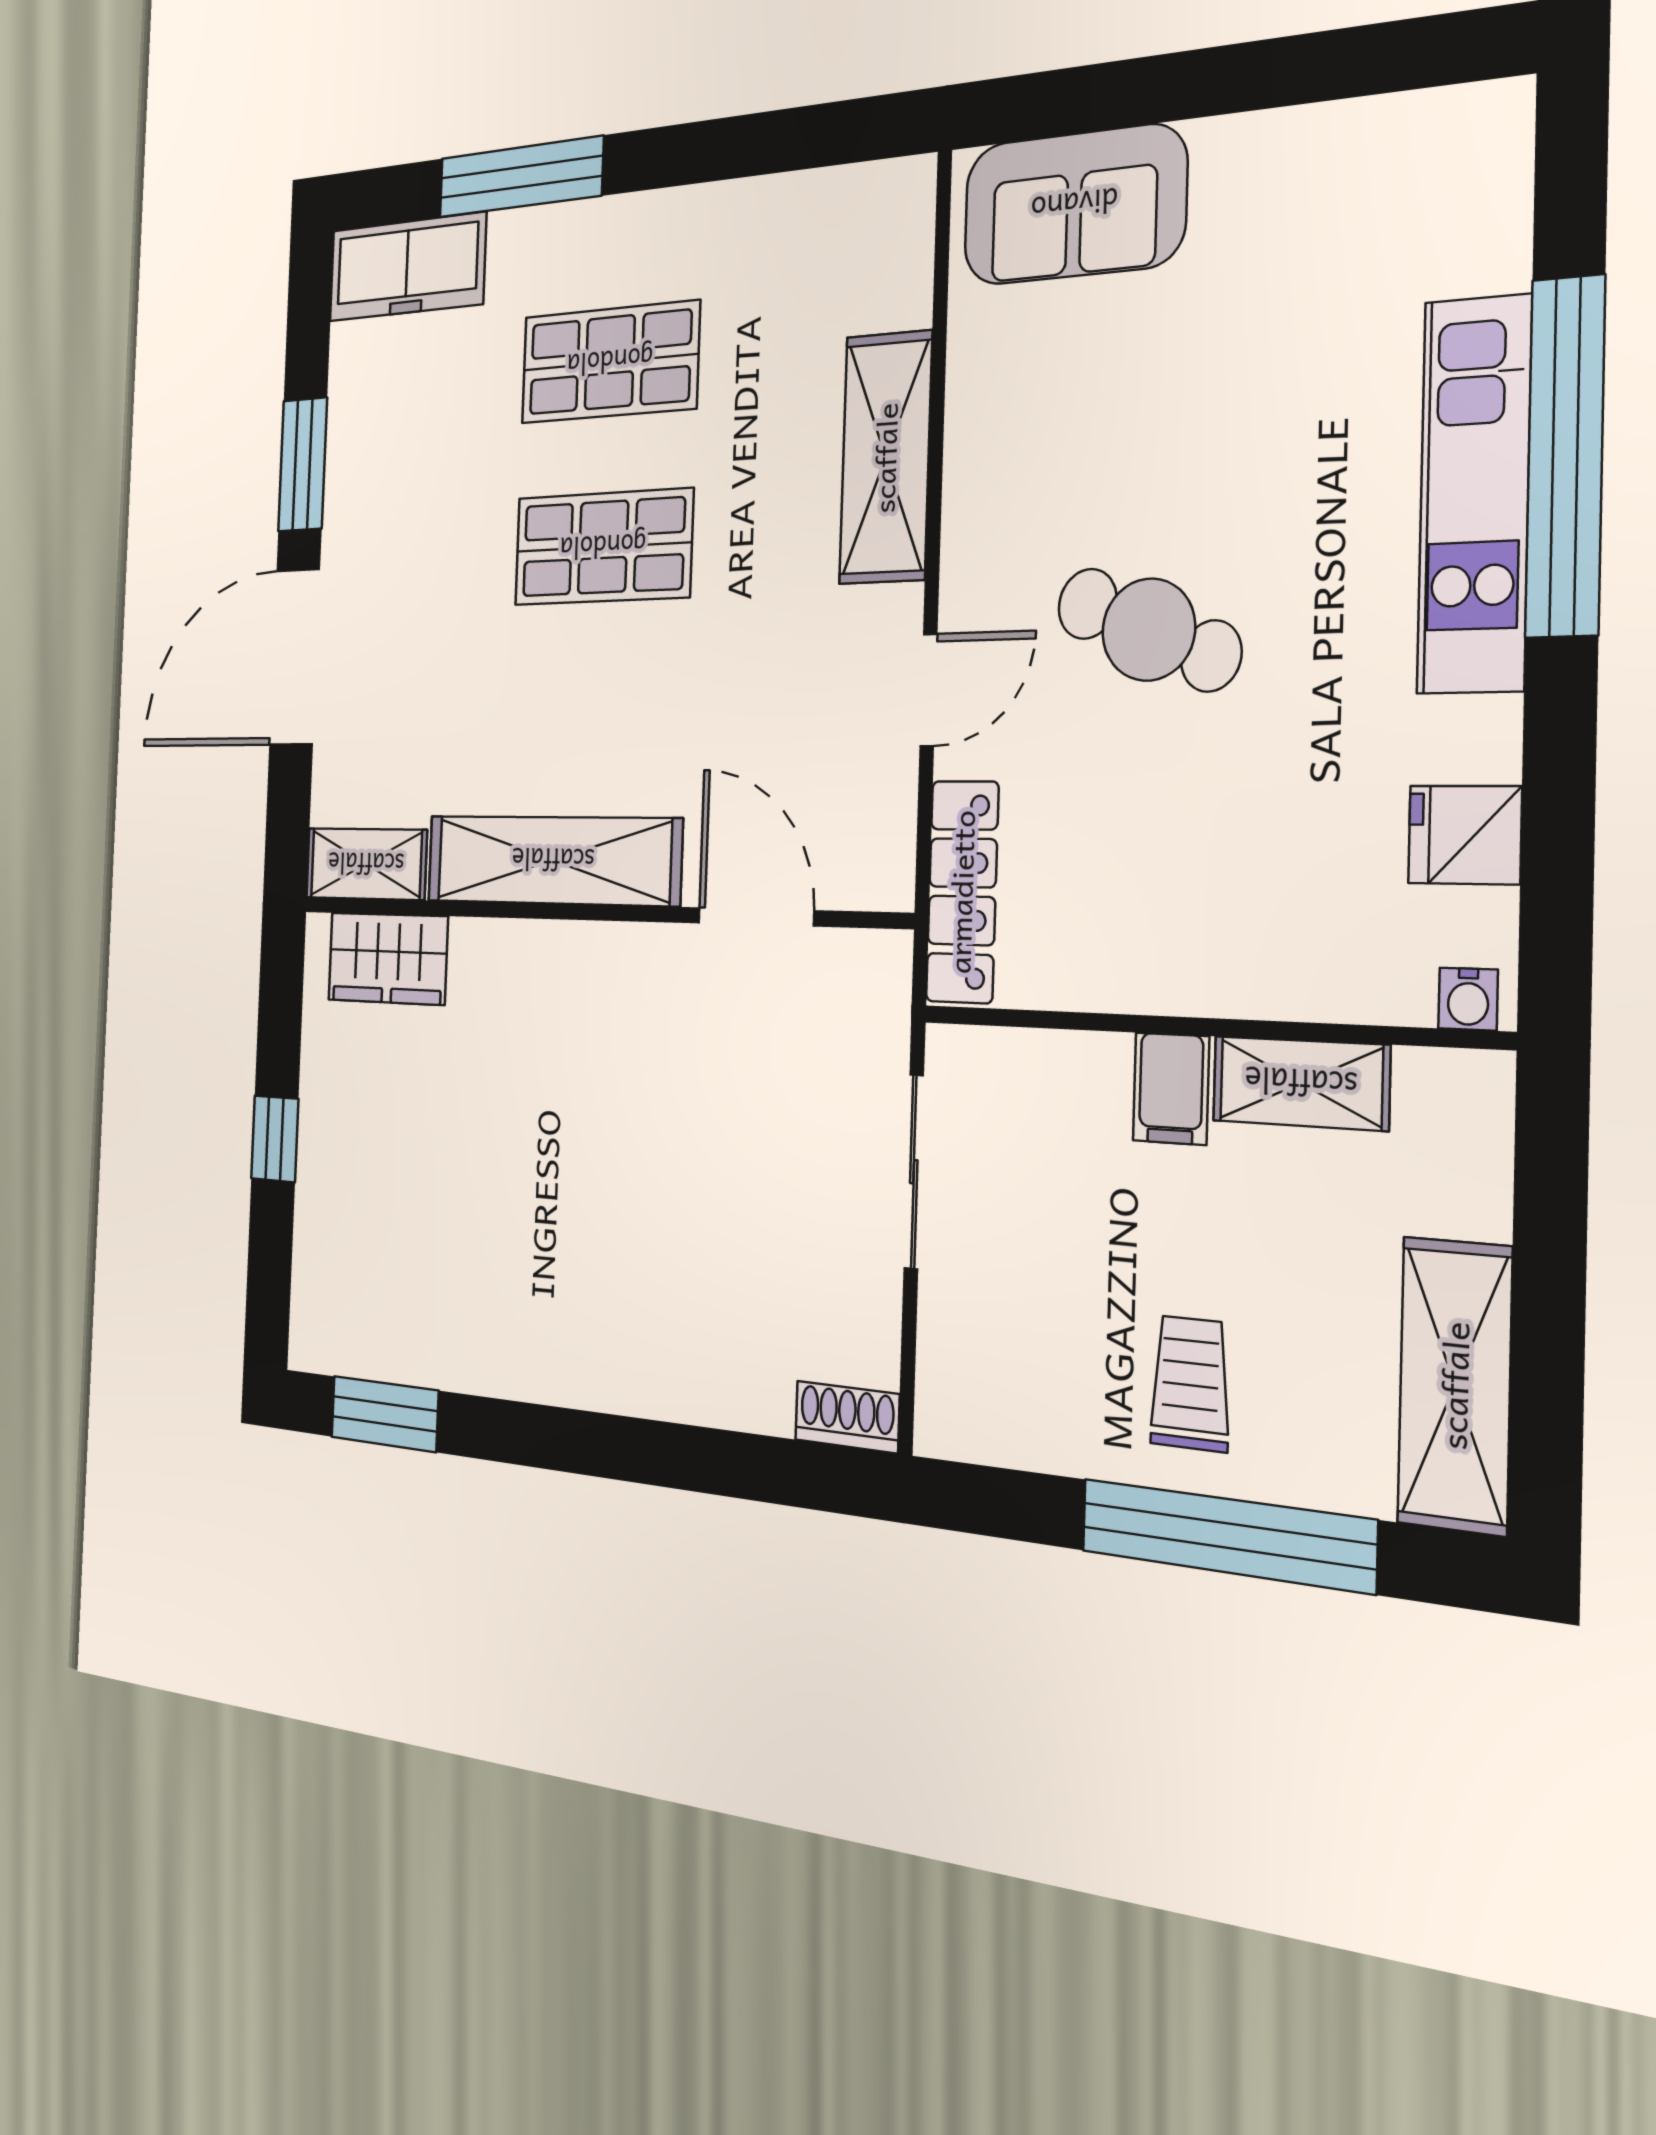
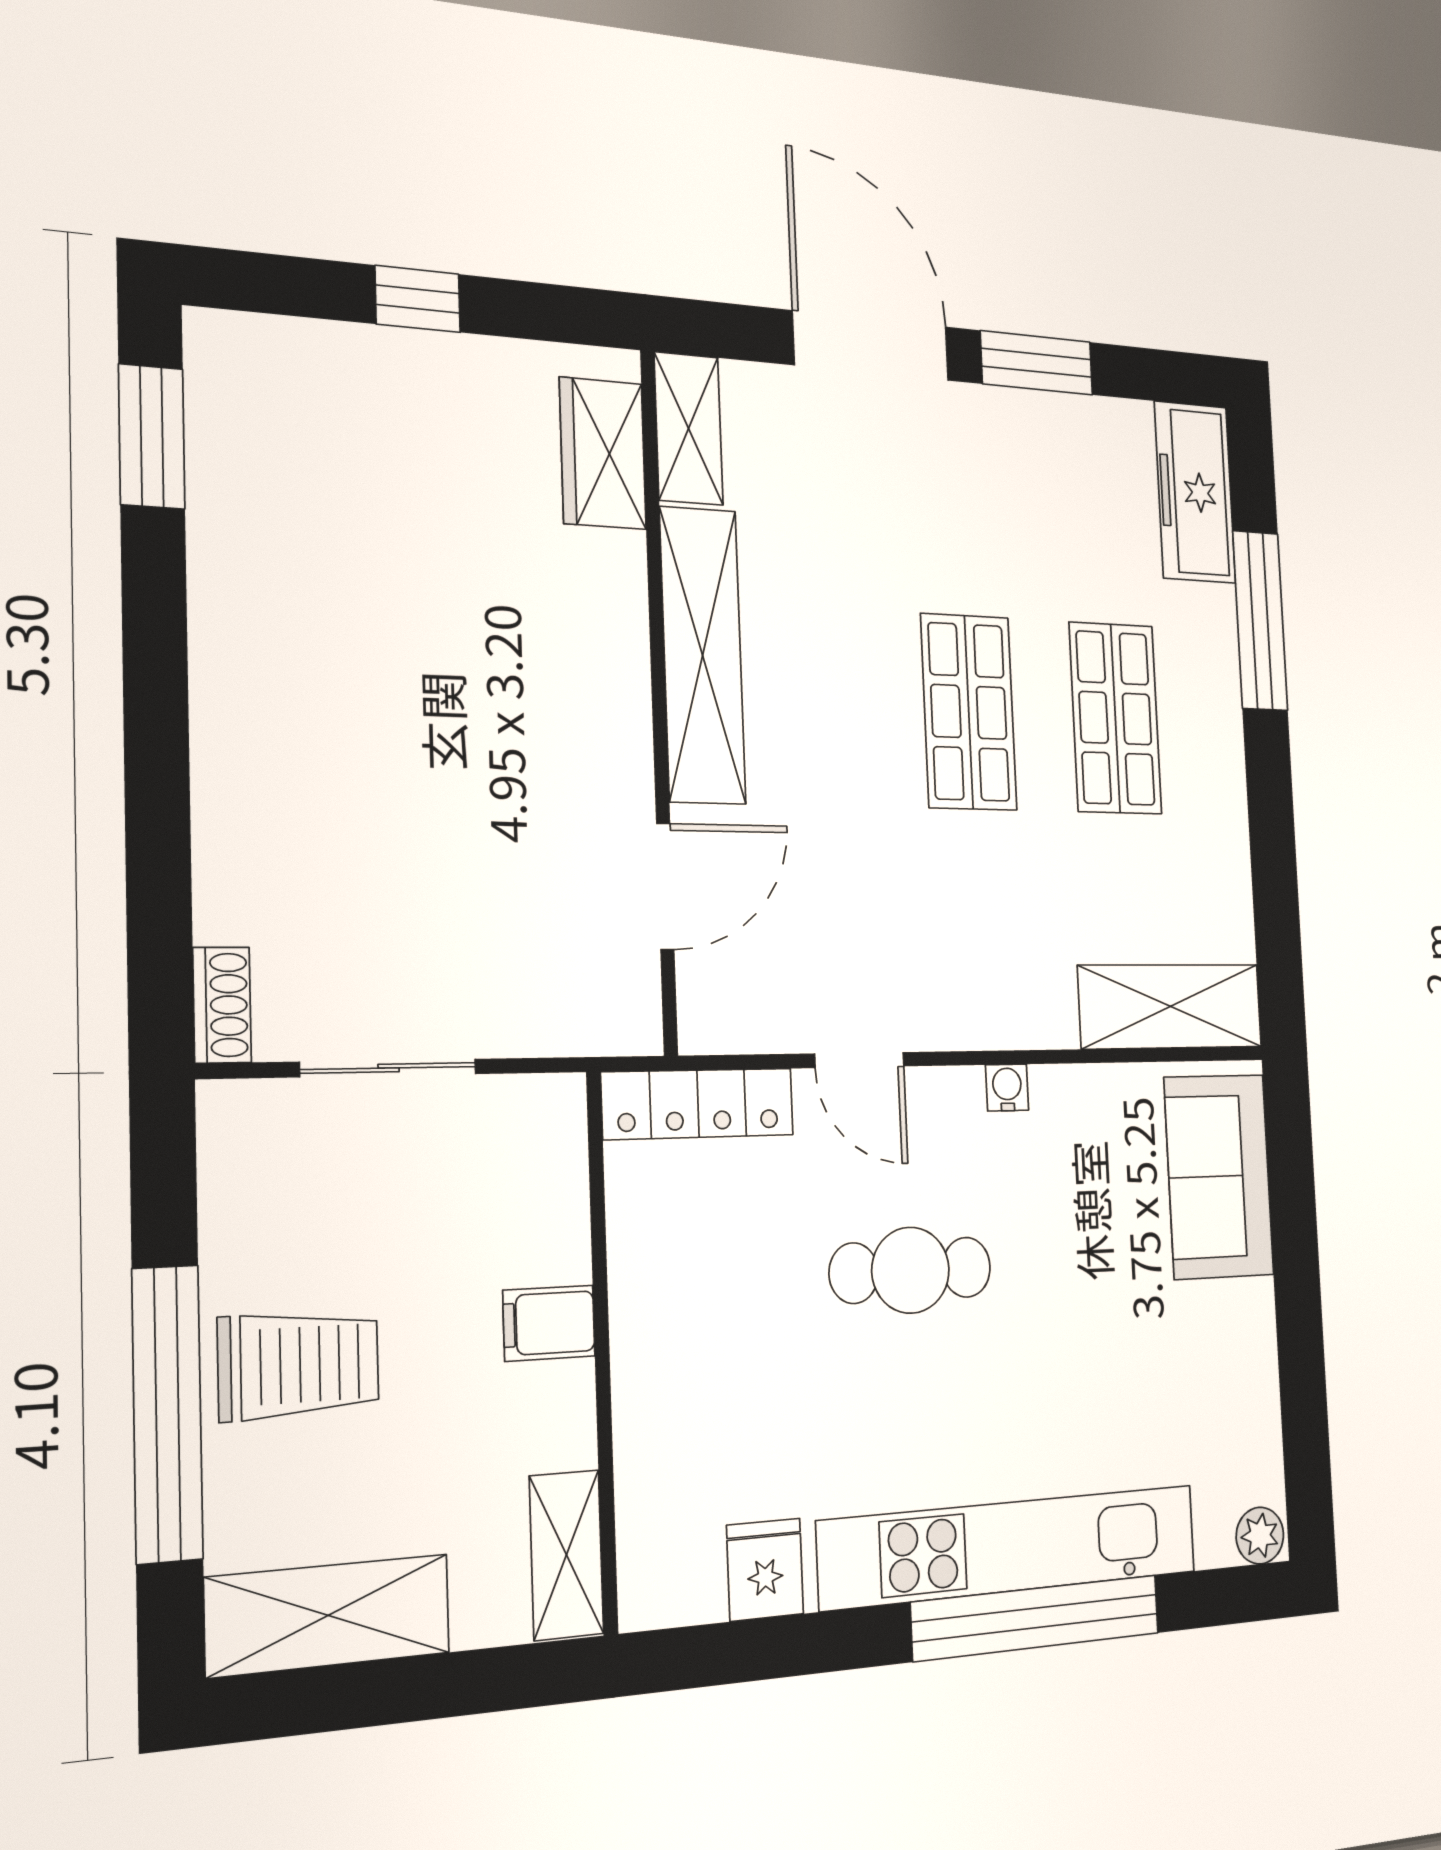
plant: (1500, 121) -> (1260, 1536), added
shelving: (886, 458) -> (1170, 1006), moved
kitchen unit: (1474, 495) -> (1010, 1547), width x1.36
cafe table: (1149, 630) -> (911, 1270), turned 68
water cooler: (1468, 999) -> (1007, 1088), moved, turned 90
shelving: (1301, 1083) -> (566, 1555), moved
sliding door: (914, 1172) -> (389, 1068), moved
trolley: (1190, 1383) -> (299, 1365), width x1.36, depth x1.39

